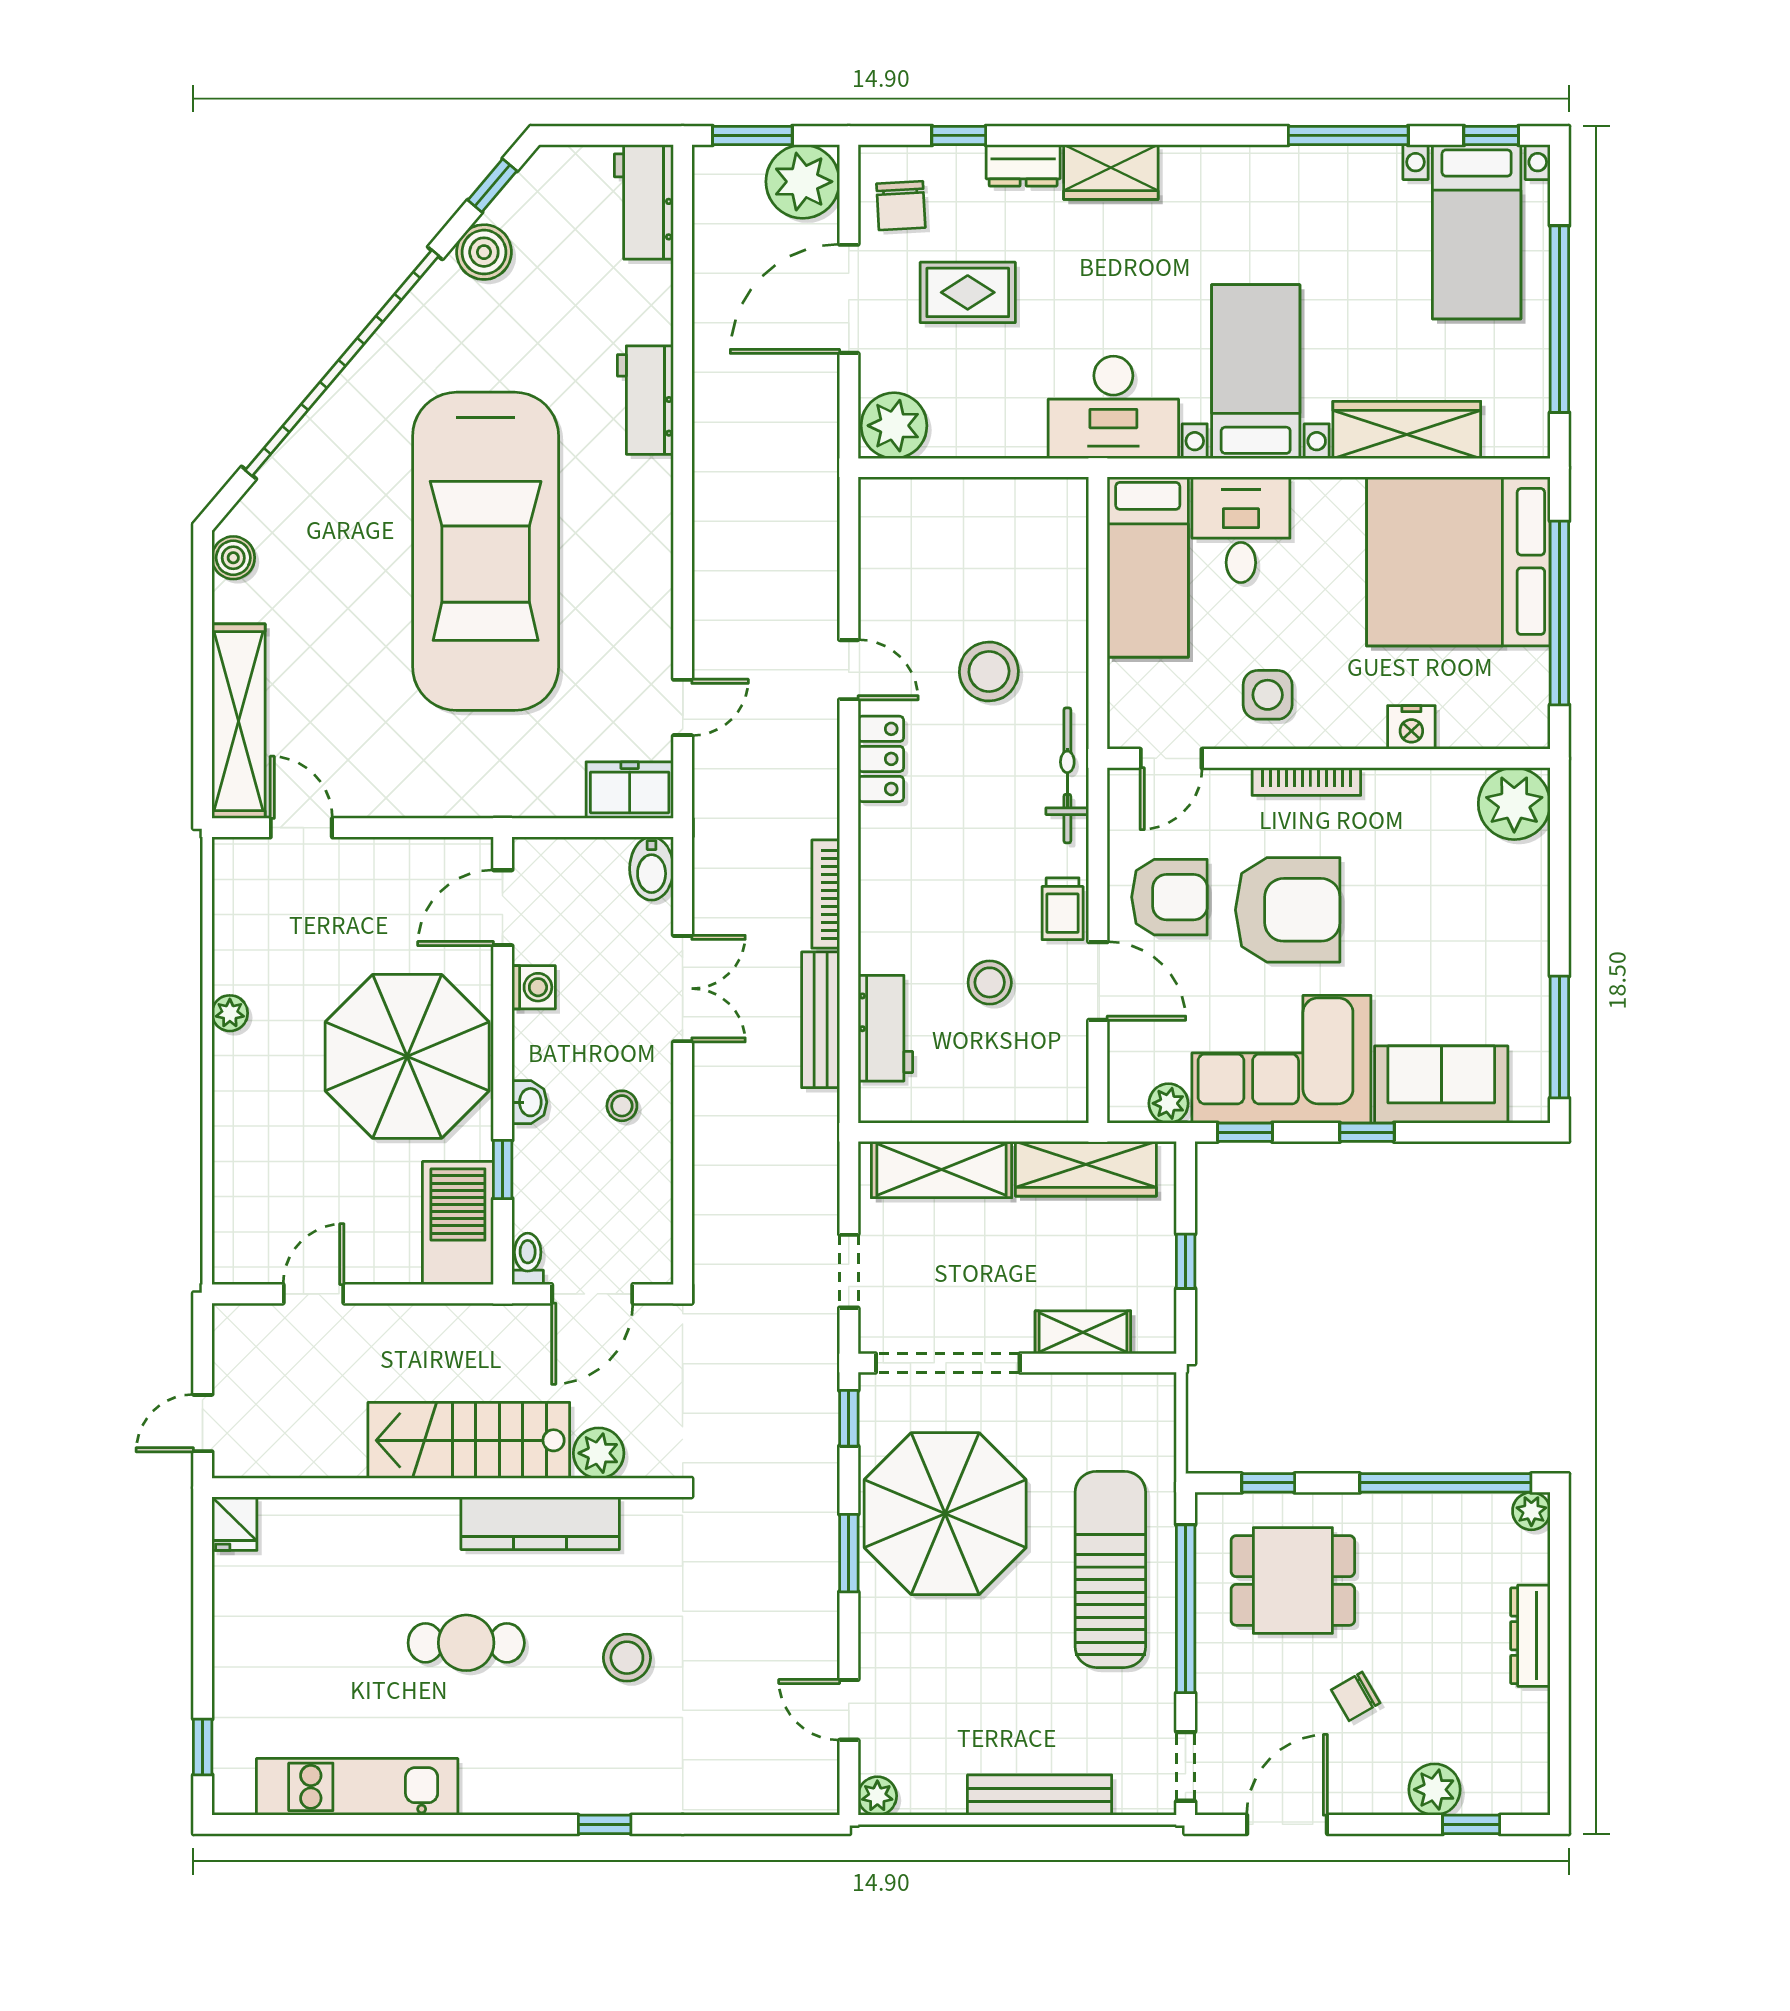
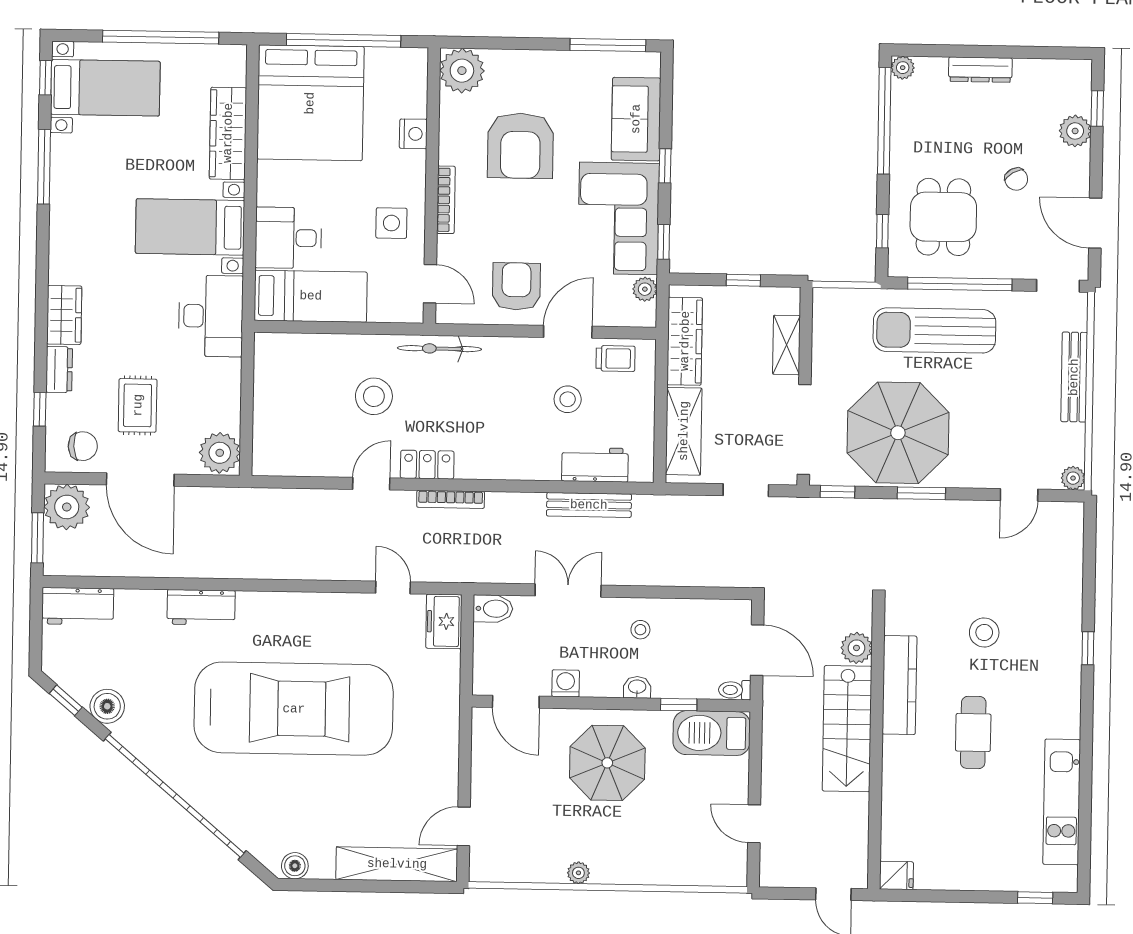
bookcase: (826, 894) -> (451, 499), moved
trolley: (1063, 909) -> (615, 358), moved
armchair: (1288, 910) -> (520, 146), moved, turned 180
parasol: (407, 1056) -> (607, 763), width x0.73, depth x0.73

